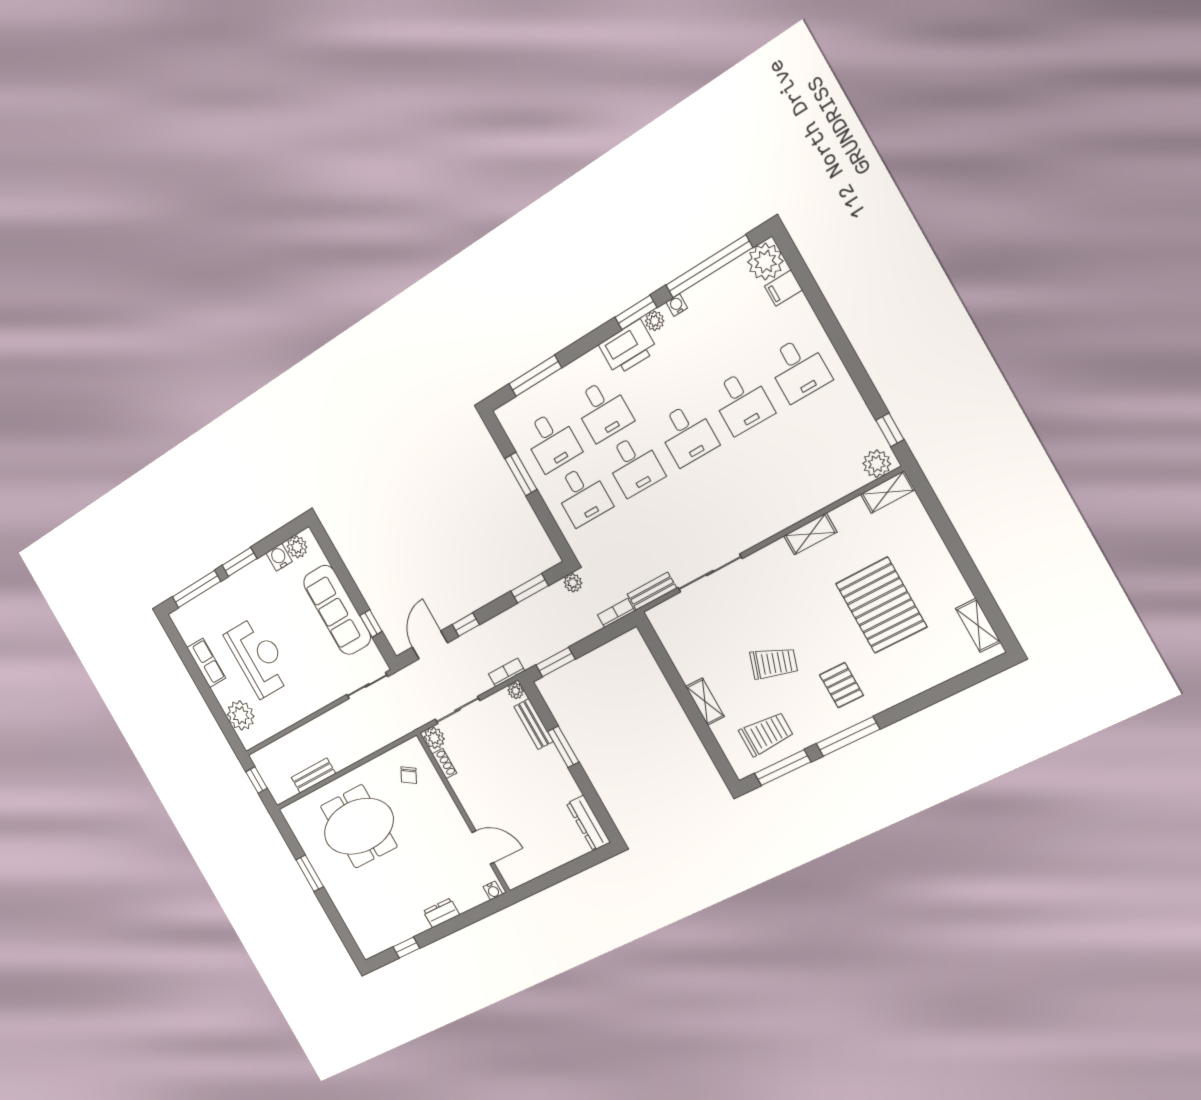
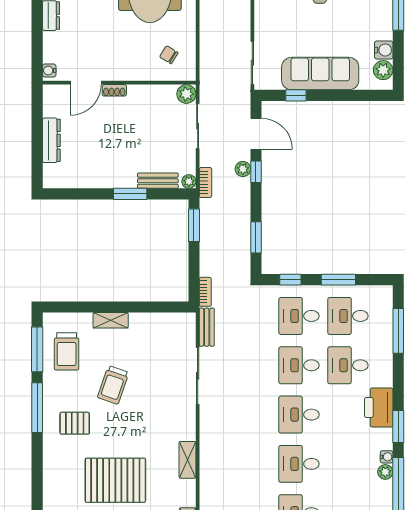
plant: (655, 321) -> (385, 472), moved
window: (551, 527) -> (290, 280), added
plant: (573, 583) -> (243, 169), moved
shoe rack: (444, 763) -> (114, 90), moved
dresser: (588, 823) -> (51, 140), moved, turned 90

